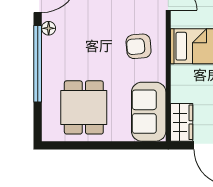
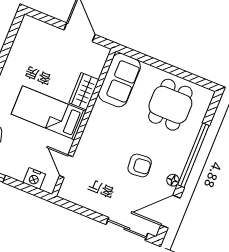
armchair: (139, 46) -> (140, 165), moved
wardrobe: (182, 122) -> (84, 91), moved

